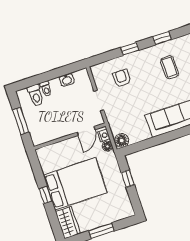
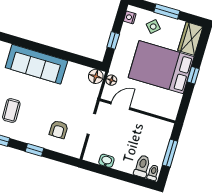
toilet: (46, 89) -> (153, 173), moved
nightstand: (104, 135) -> (130, 17), moved
side table: (104, 212) -> (153, 27), added

